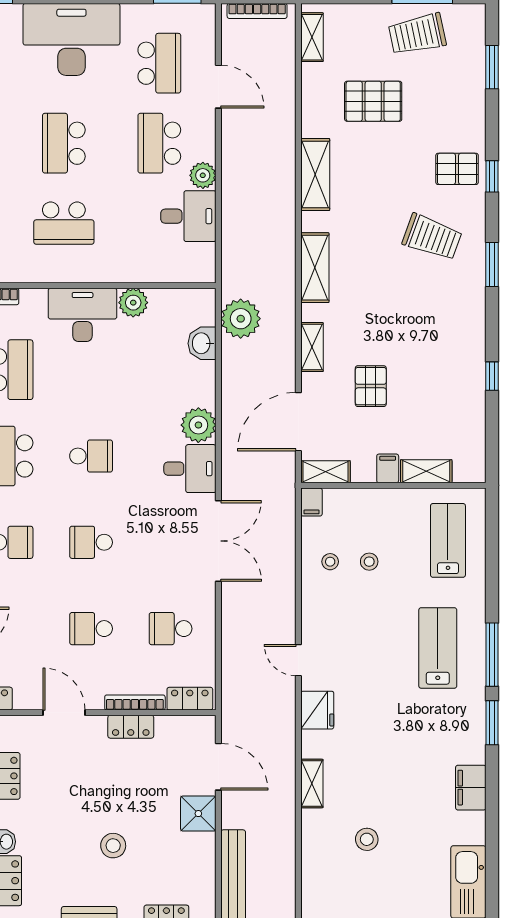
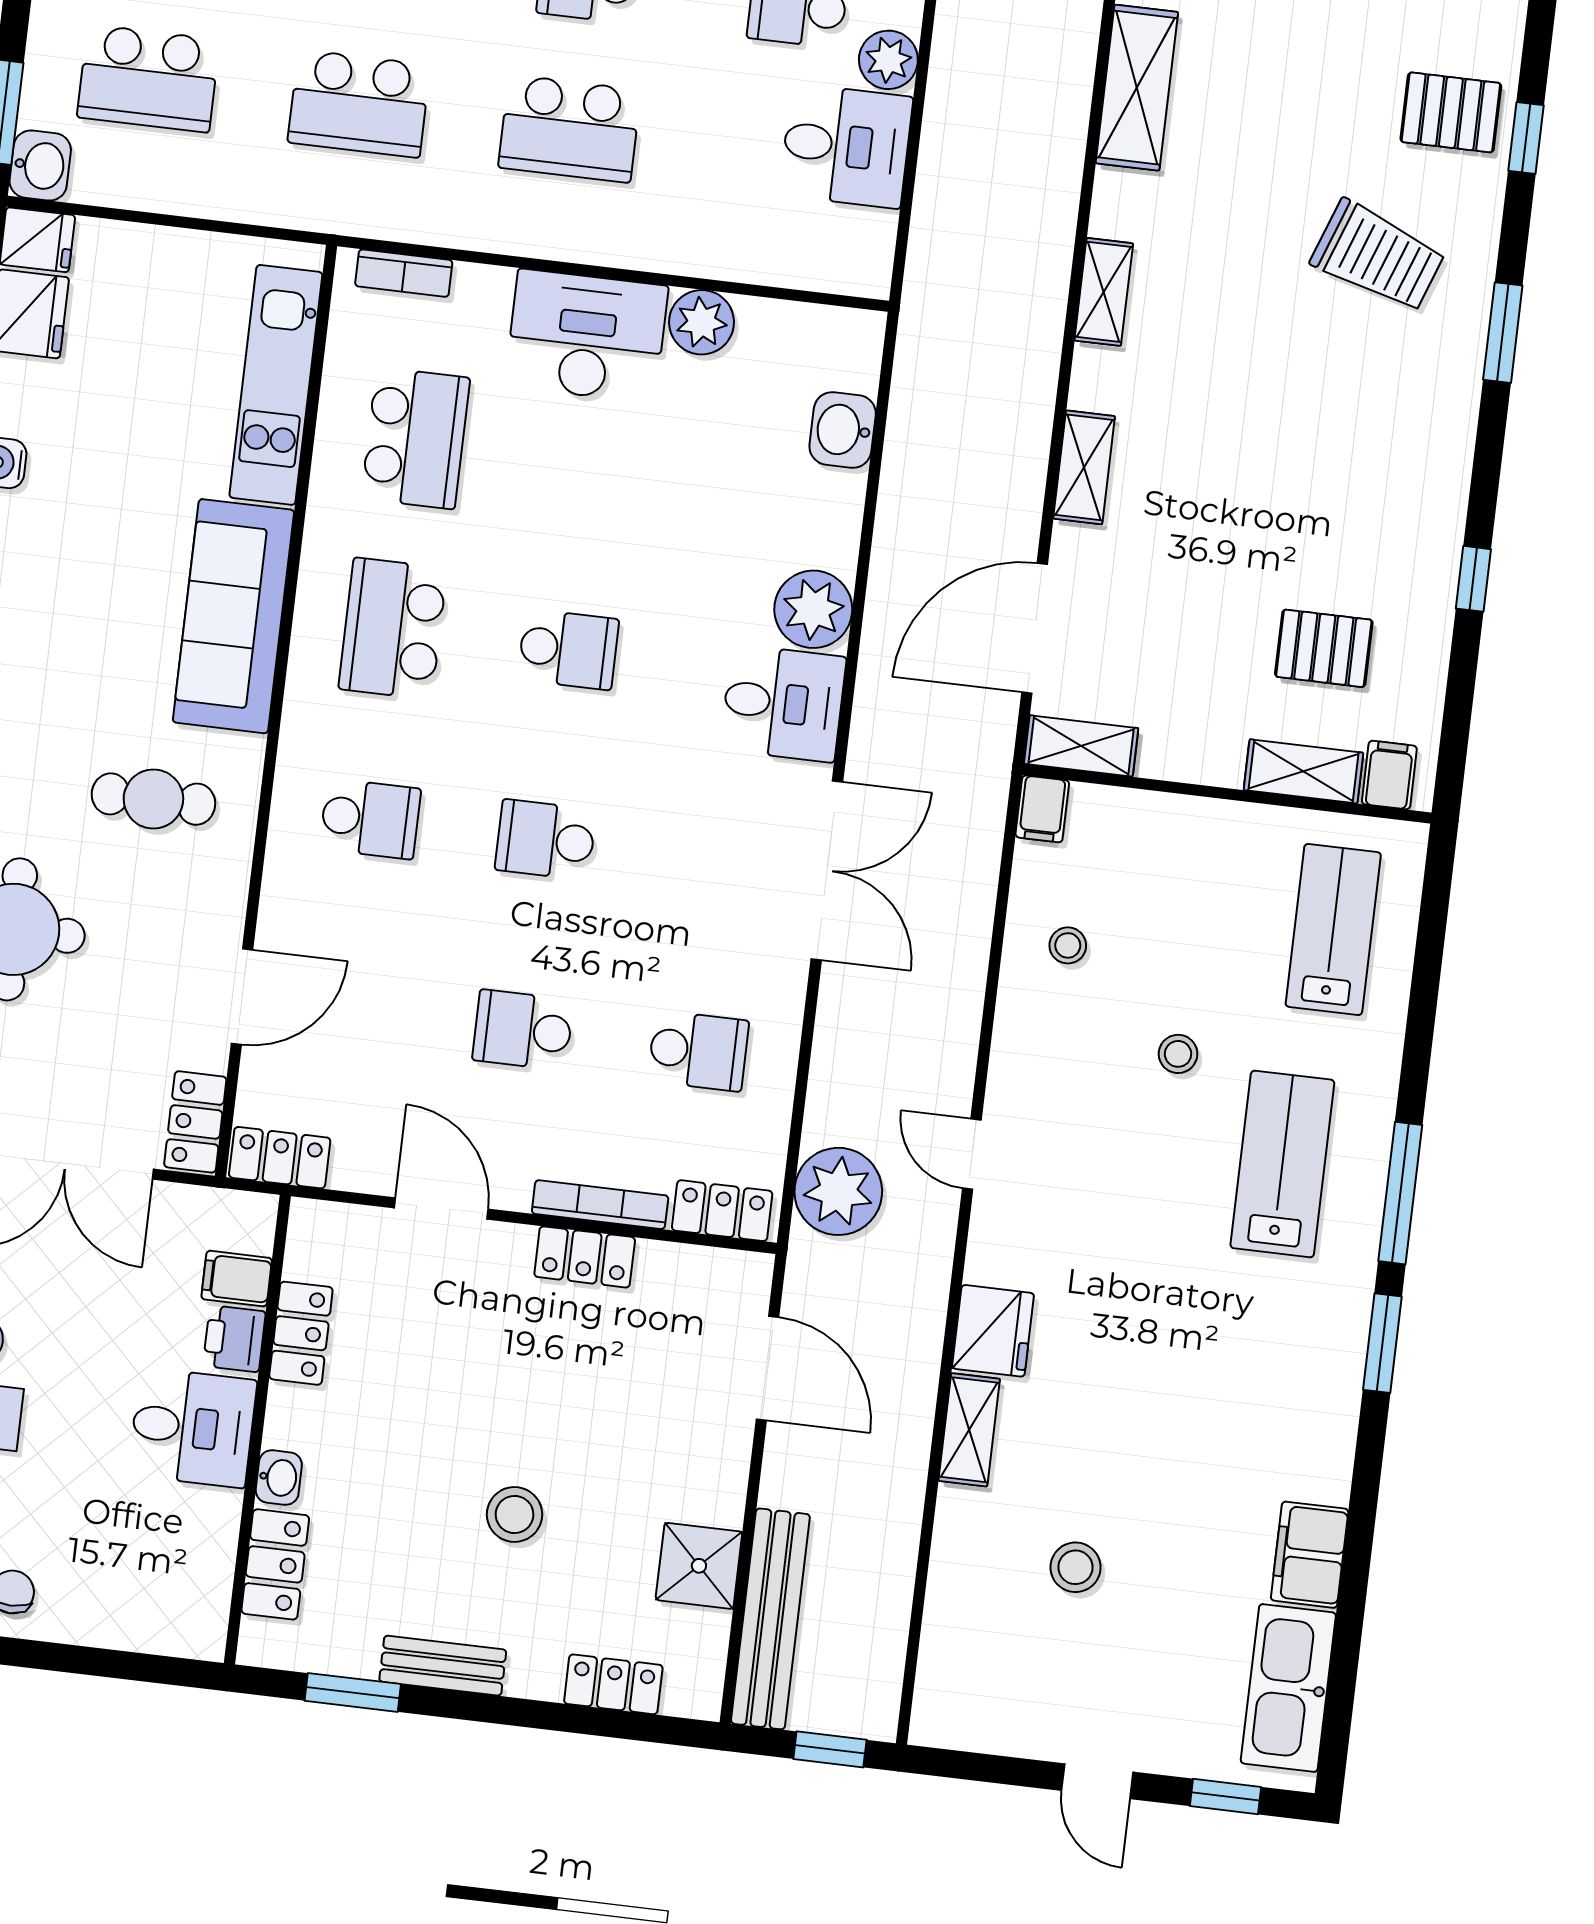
shelving: (315, 268) -> (1104, 292), width x0.67, depth x0.75
plant: (241, 319) -> (838, 1191), moved
pallet: (371, 386) -> (1324, 648), moved, turned 90
filing cabinet: (388, 468) -> (1389, 775), moved
stool: (369, 562) -> (1178, 1054), moved
school desk: (171, 629) -> (698, 1051), turned 180
fridge: (317, 710) -> (993, 1331), moved
filing cabinet: (471, 788) -> (1310, 1555), moved
shower: (198, 814) -> (699, 1566), moved

